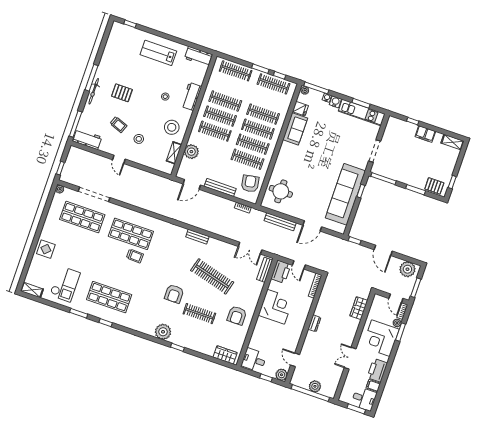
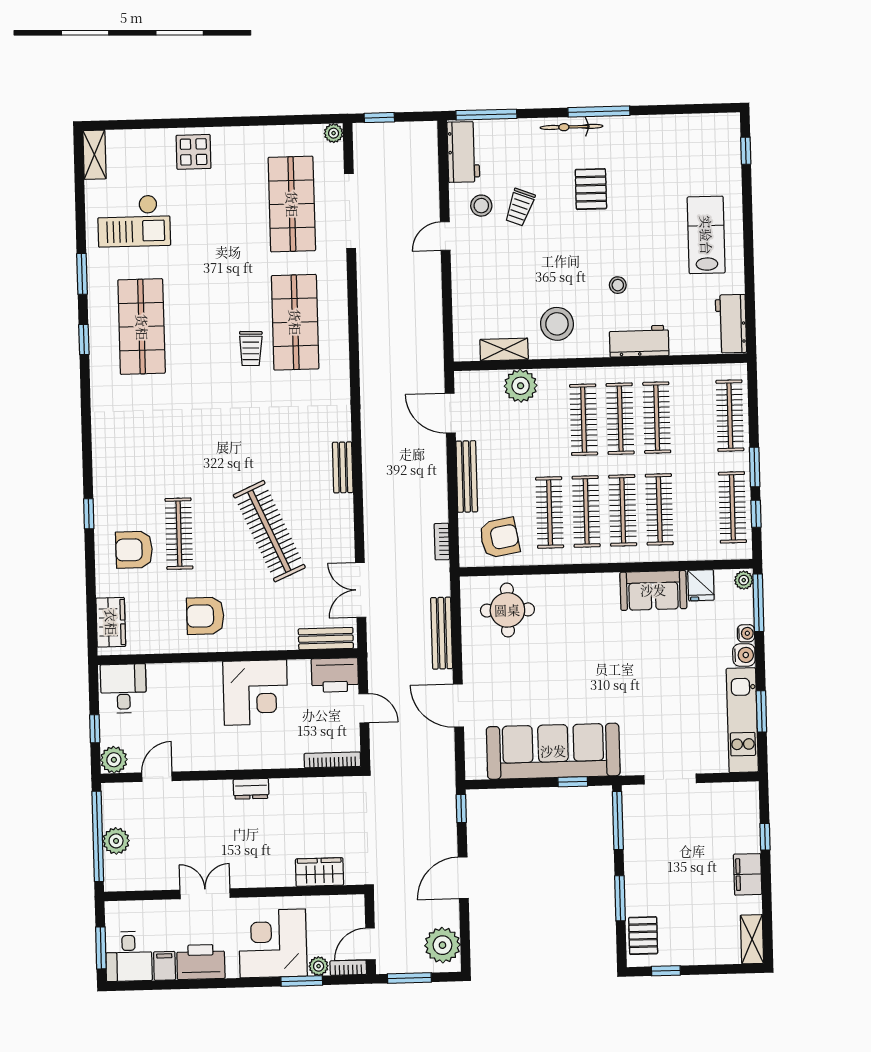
stool: (139, 139) -> (481, 206), moved
door: (299, 265) -> (364, 708), swing flipped
clothes rail: (212, 276) -> (269, 531), turned -39
armchair: (174, 294) -> (134, 550), moved
plant: (163, 332) -> (111, 470), removed

